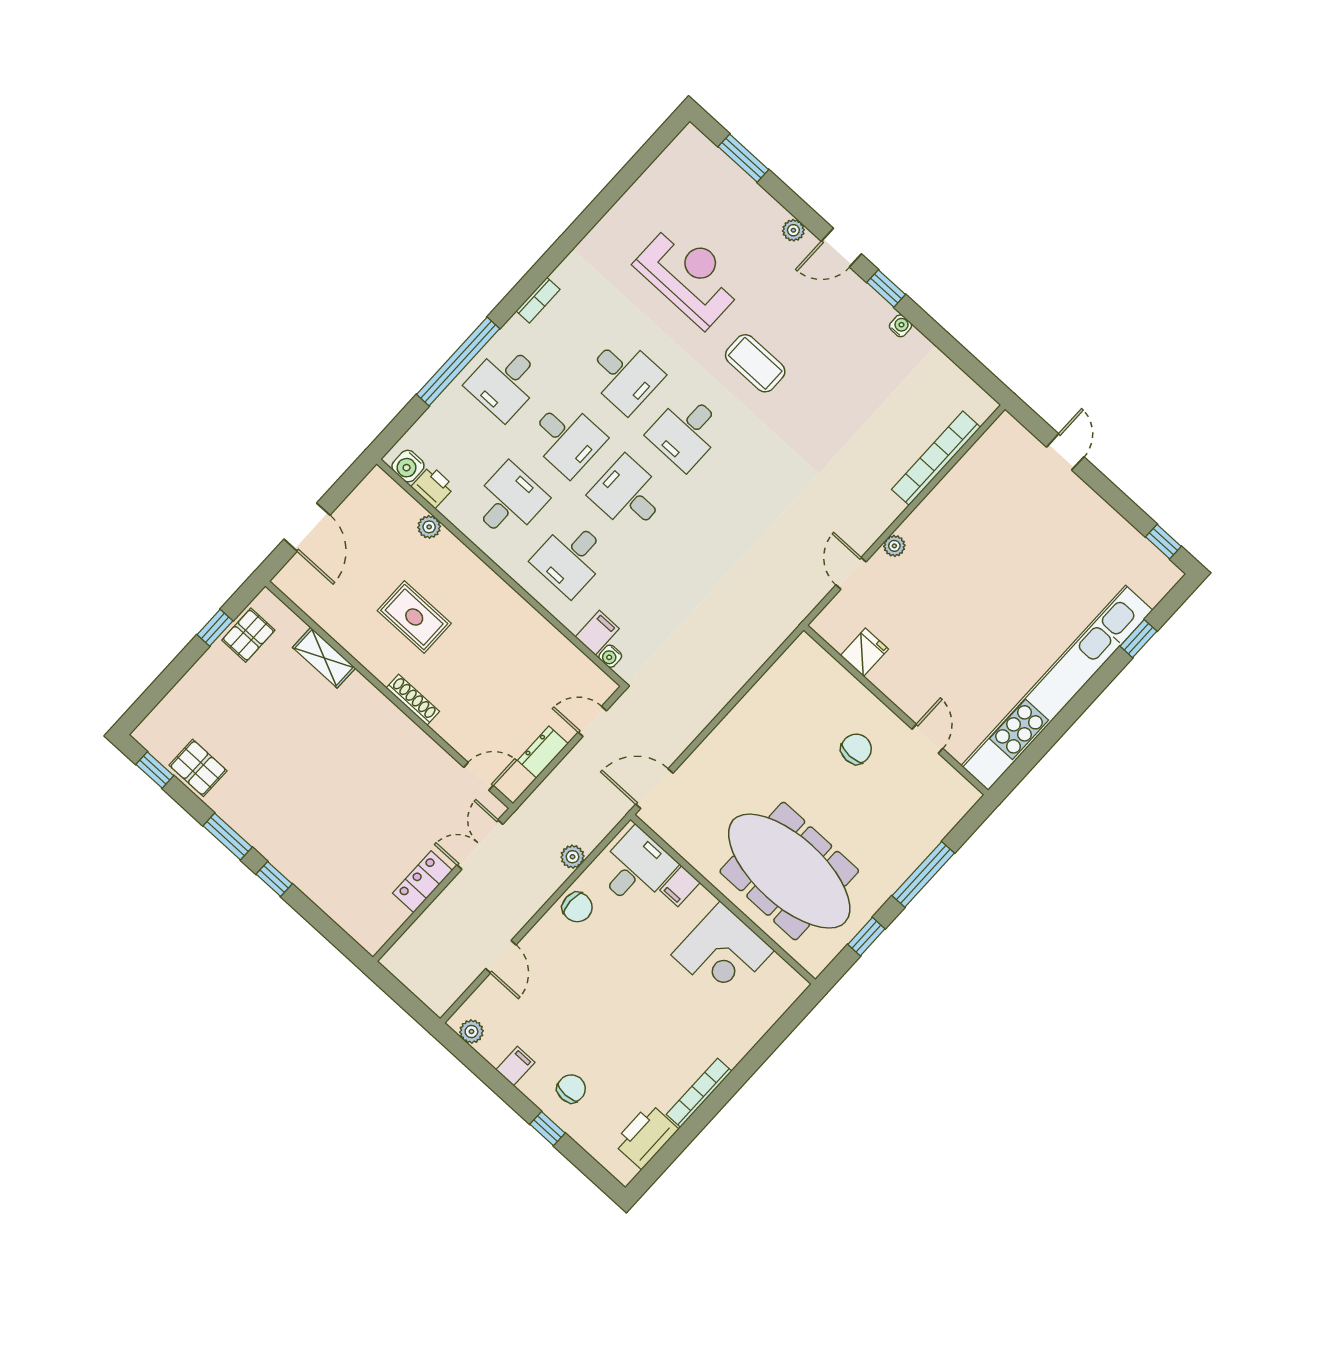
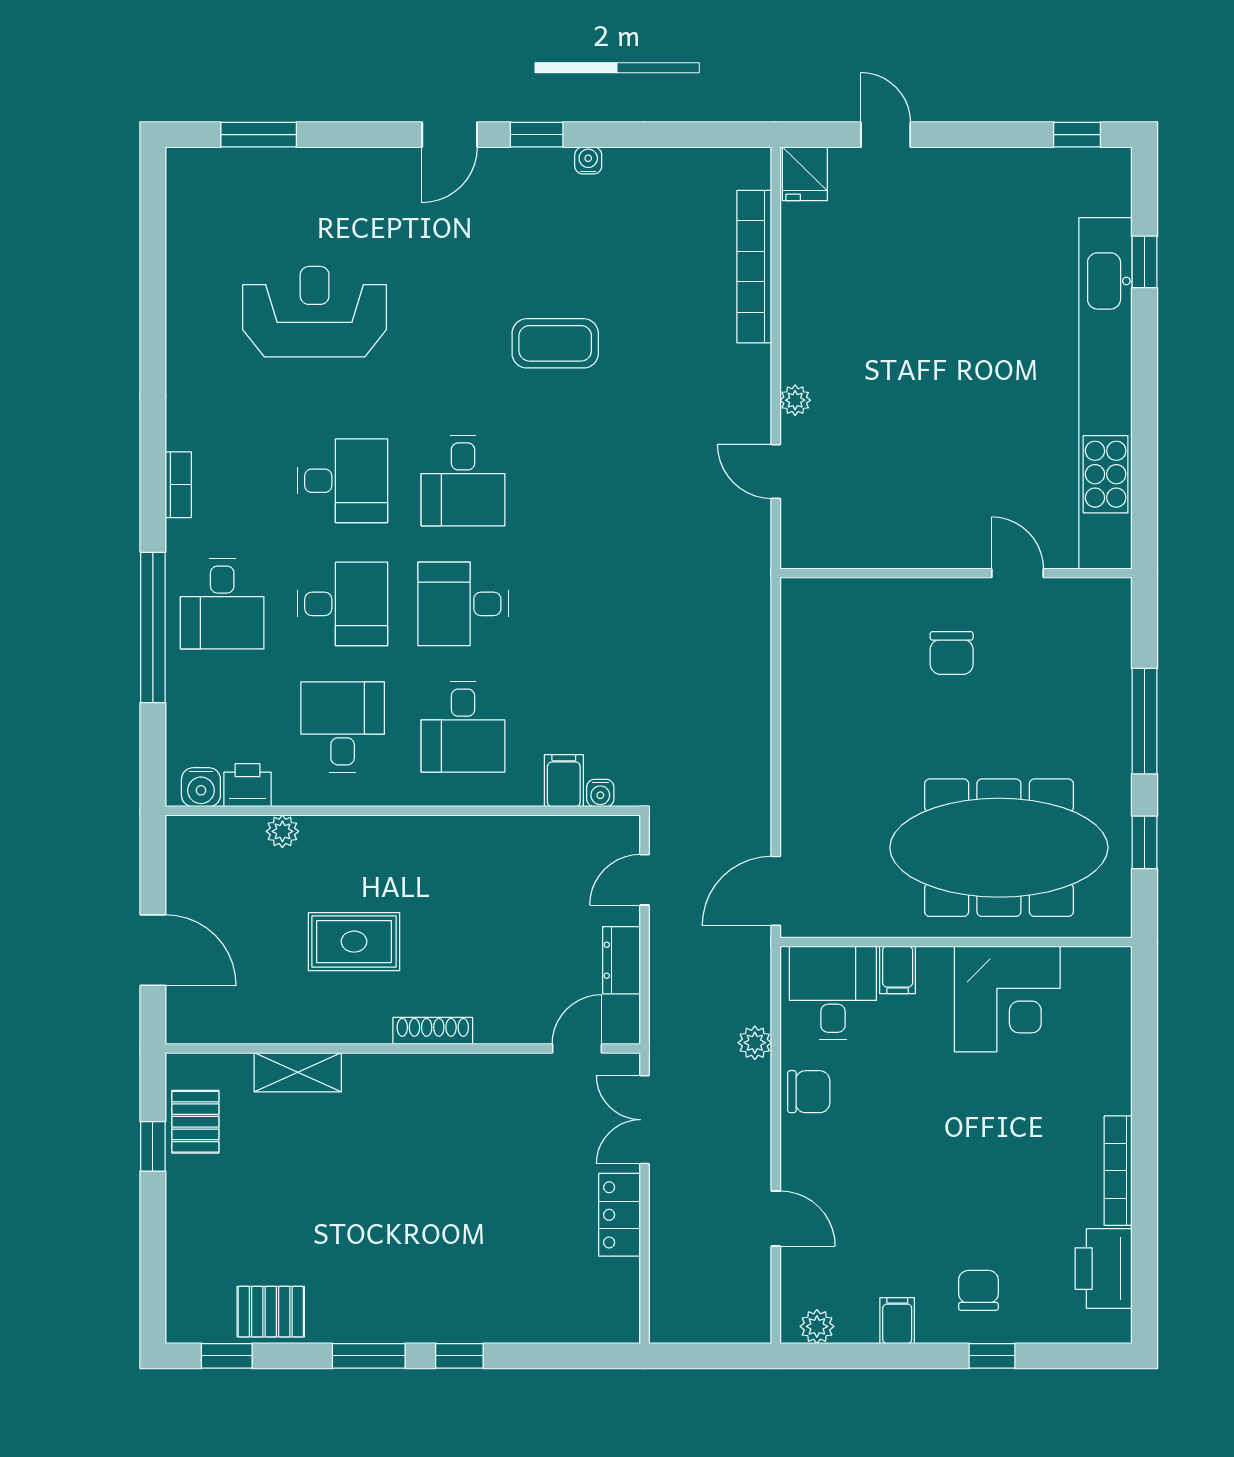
plant: (793, 230) -> (382, 163), removed
coffee table: (755, 363) -> (555, 343), moved
fridge: (864, 652) -> (805, 174), moved, turned 180
chair: (856, 749) -> (952, 653), turned 180

